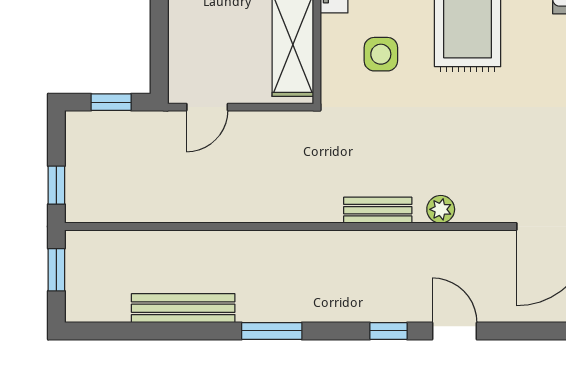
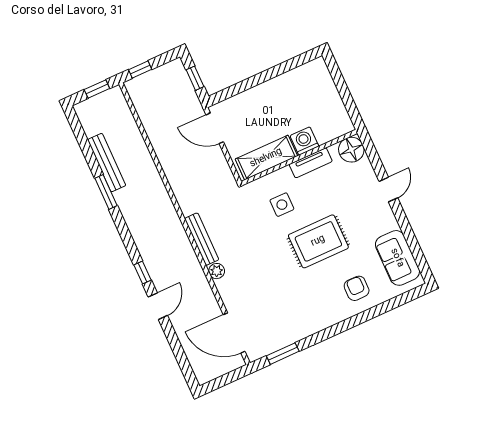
door: (207, 107) -> (215, 128), width x1.38
bench: (378, 210) -> (202, 239), width x1.36
window: (272, 331) -> (106, 192), moved

